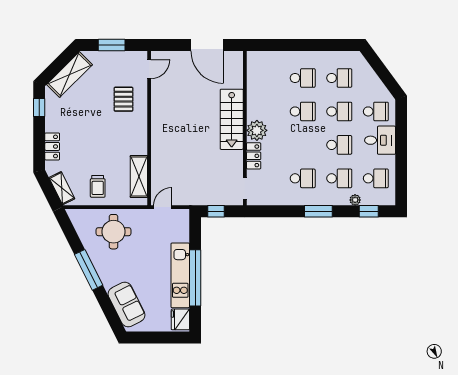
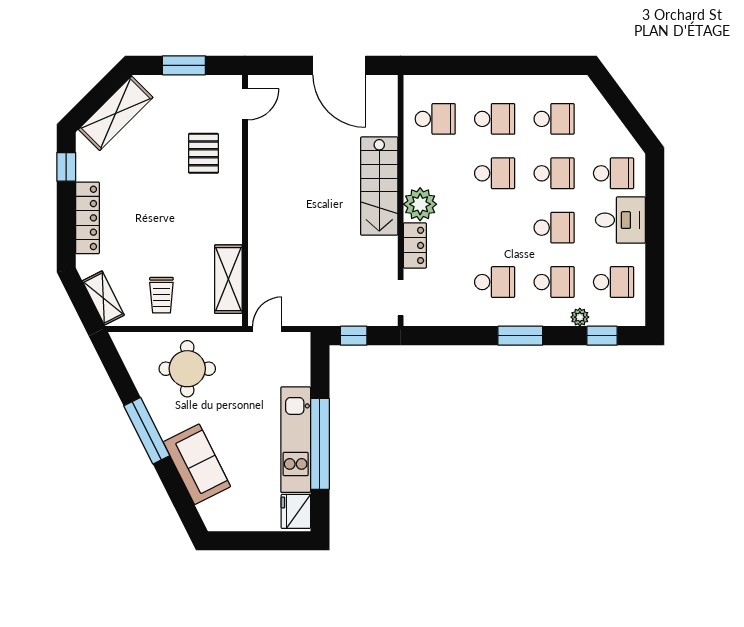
school desk: (266, 78) -> (435, 119), added
locker: (52, 146) -> (88, 218), width x1.53
sofa: (127, 305) -> (197, 464), moved

